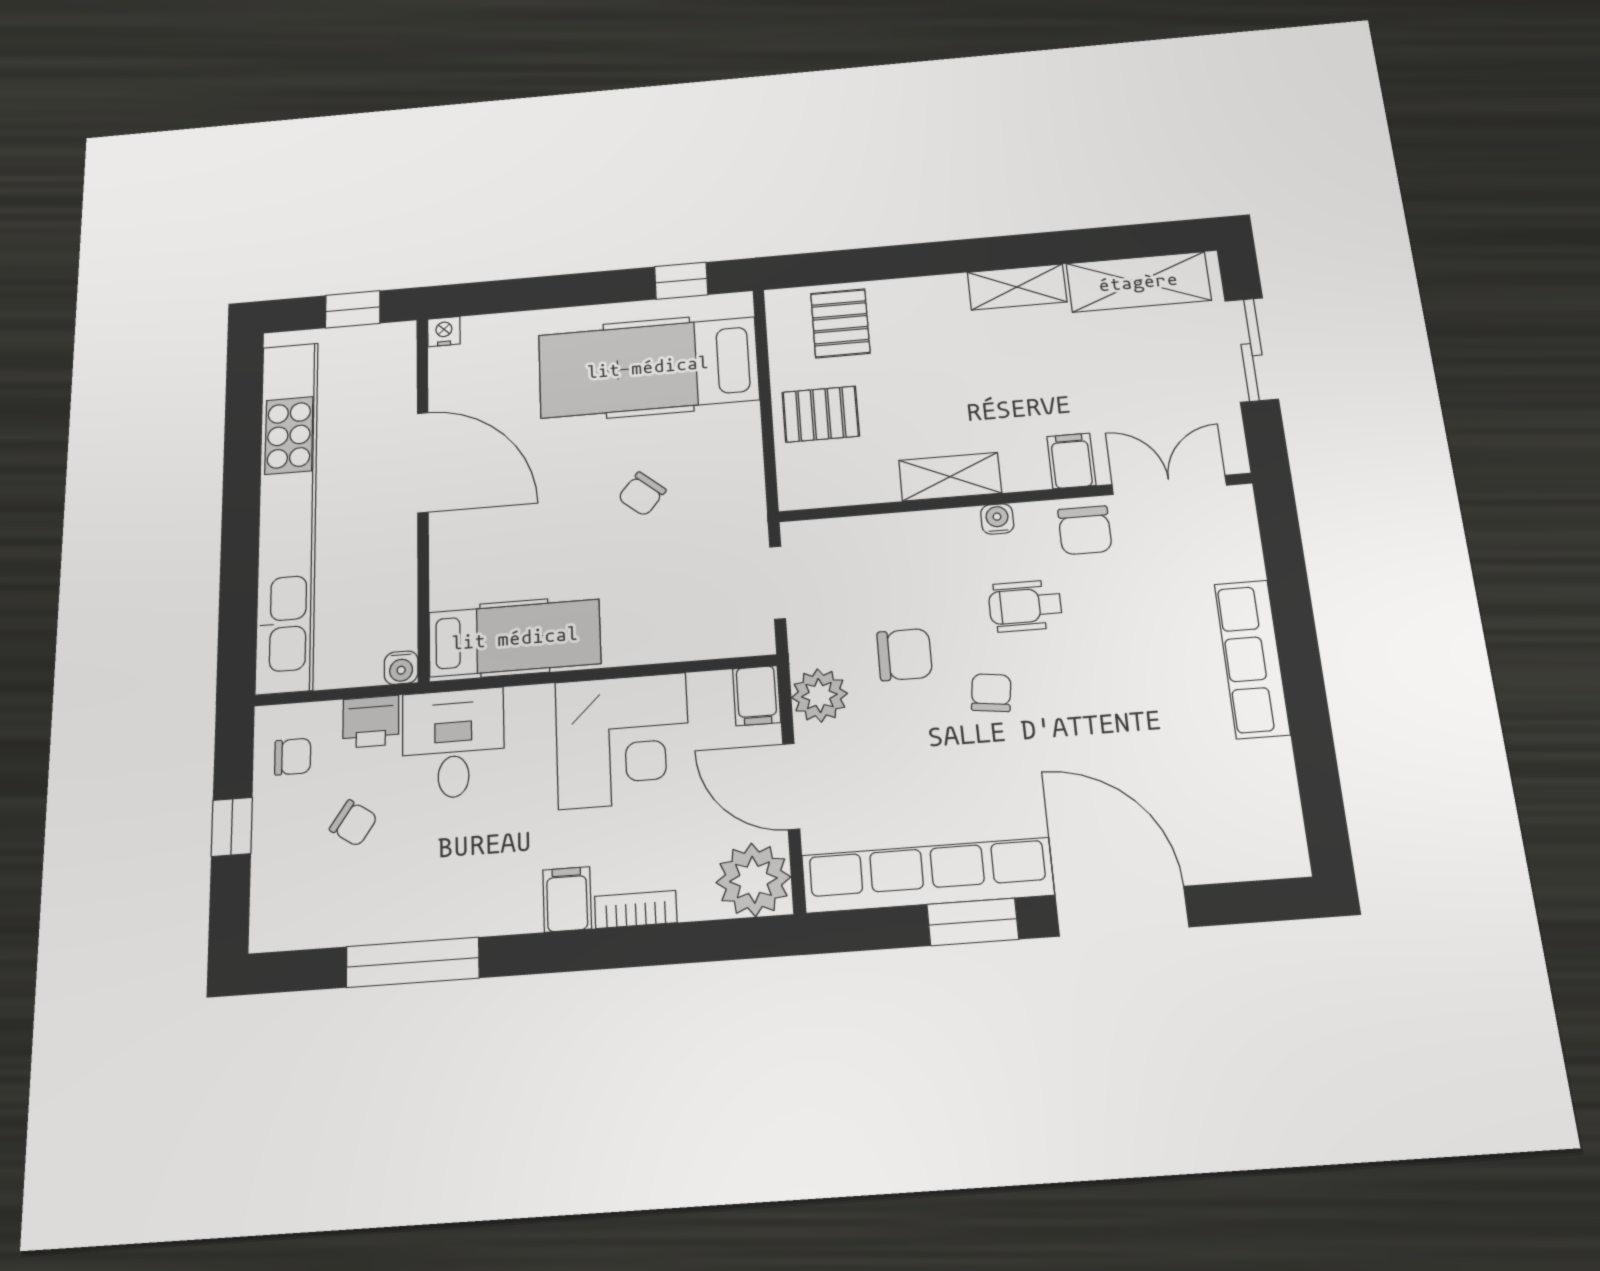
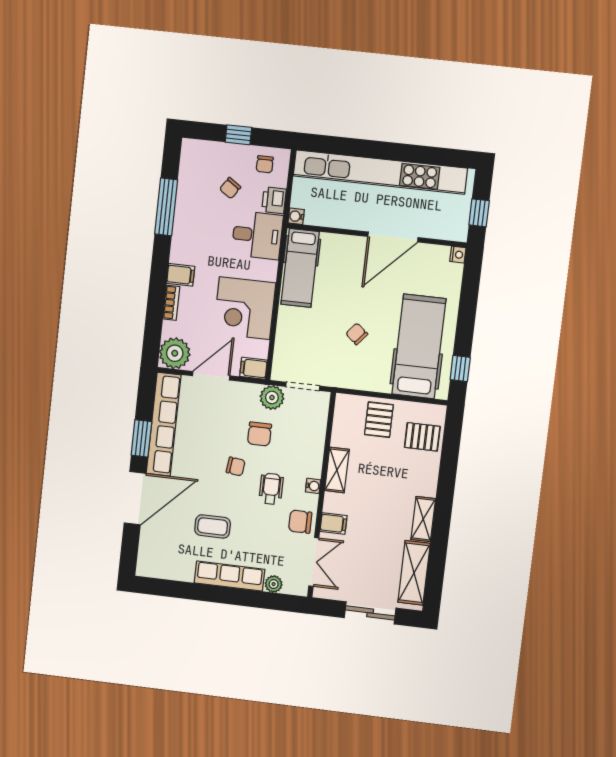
plant: (1243, 560) -> (274, 584), added
plant: (819, 696) -> (272, 398), moved
coffee table: (1145, 718) -> (213, 526), added

